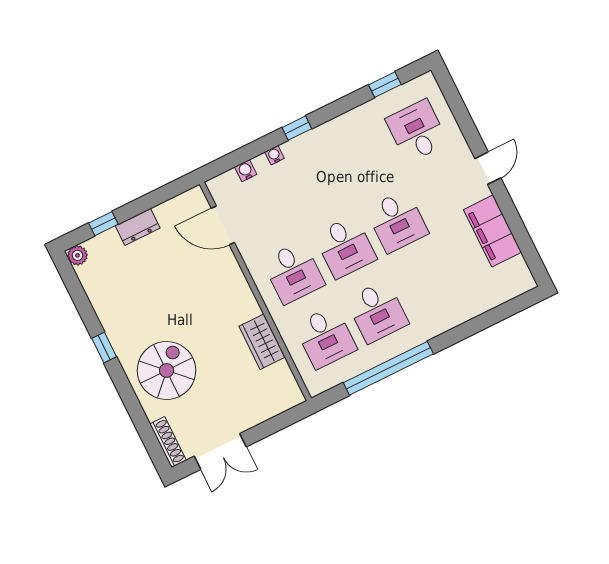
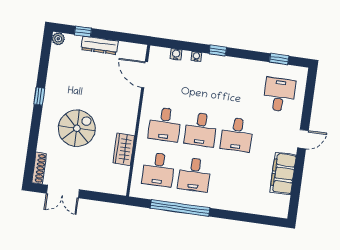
dresser: (138, 227) -> (100, 45), width x1.44
spiral stairs: (167, 370) -> (77, 128), moved

